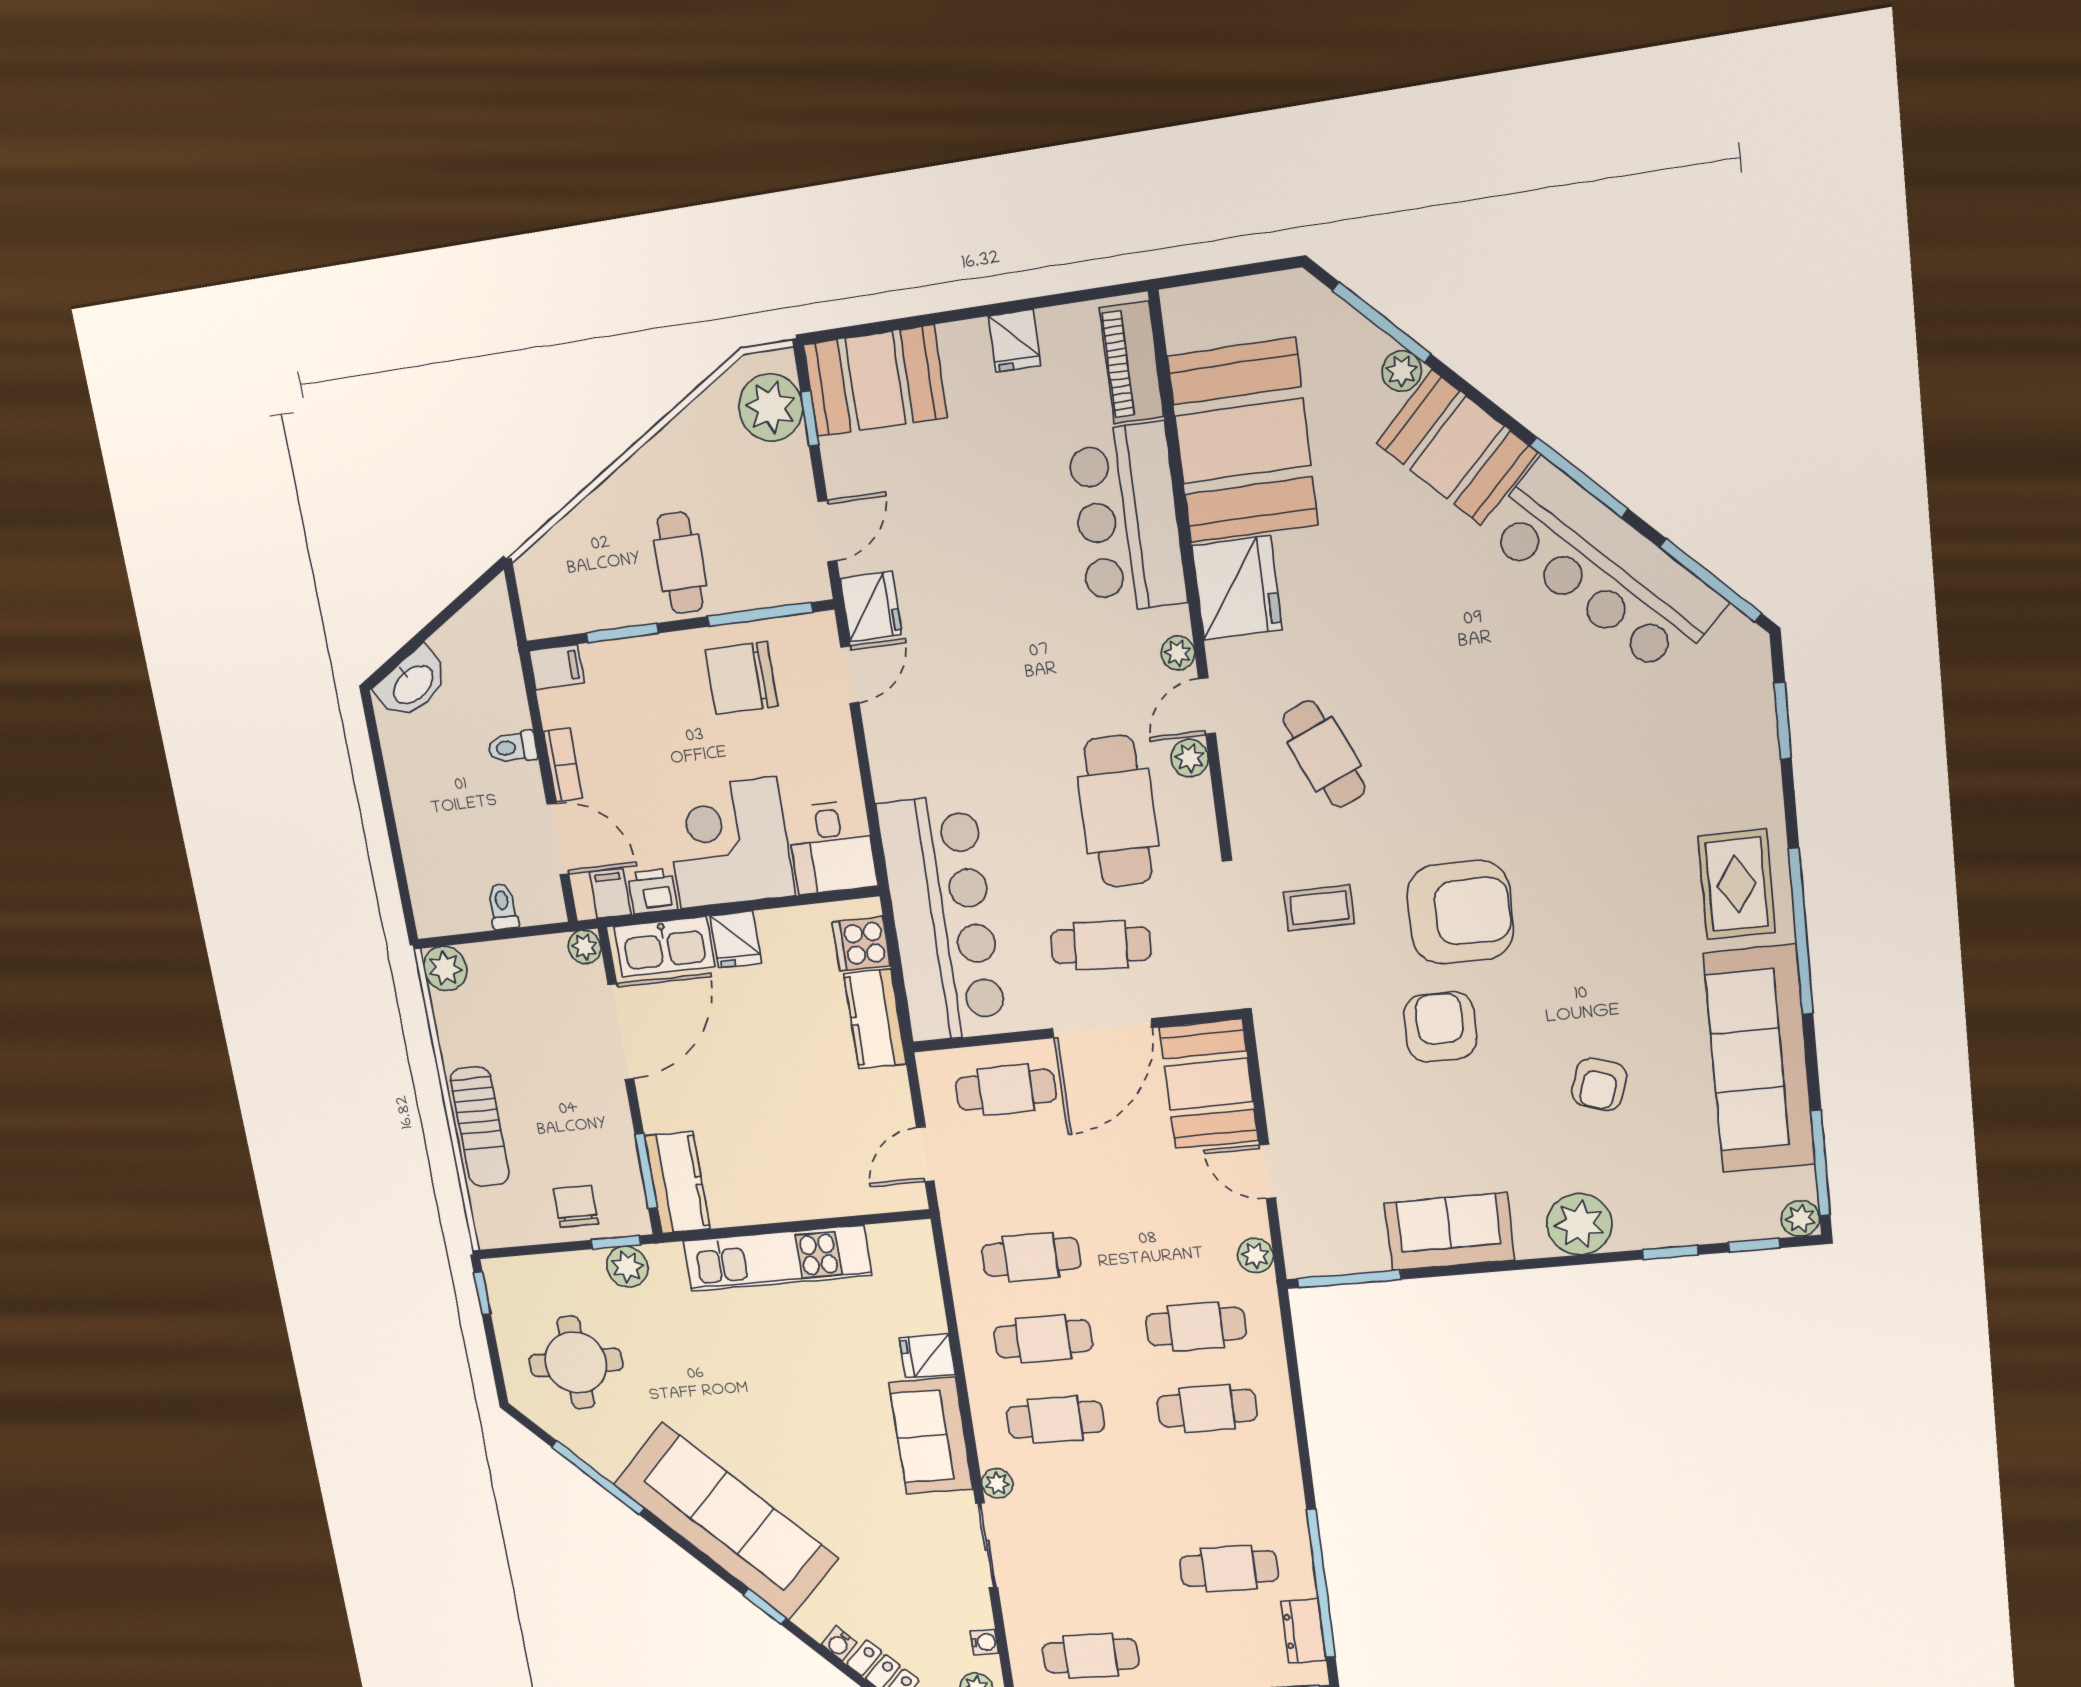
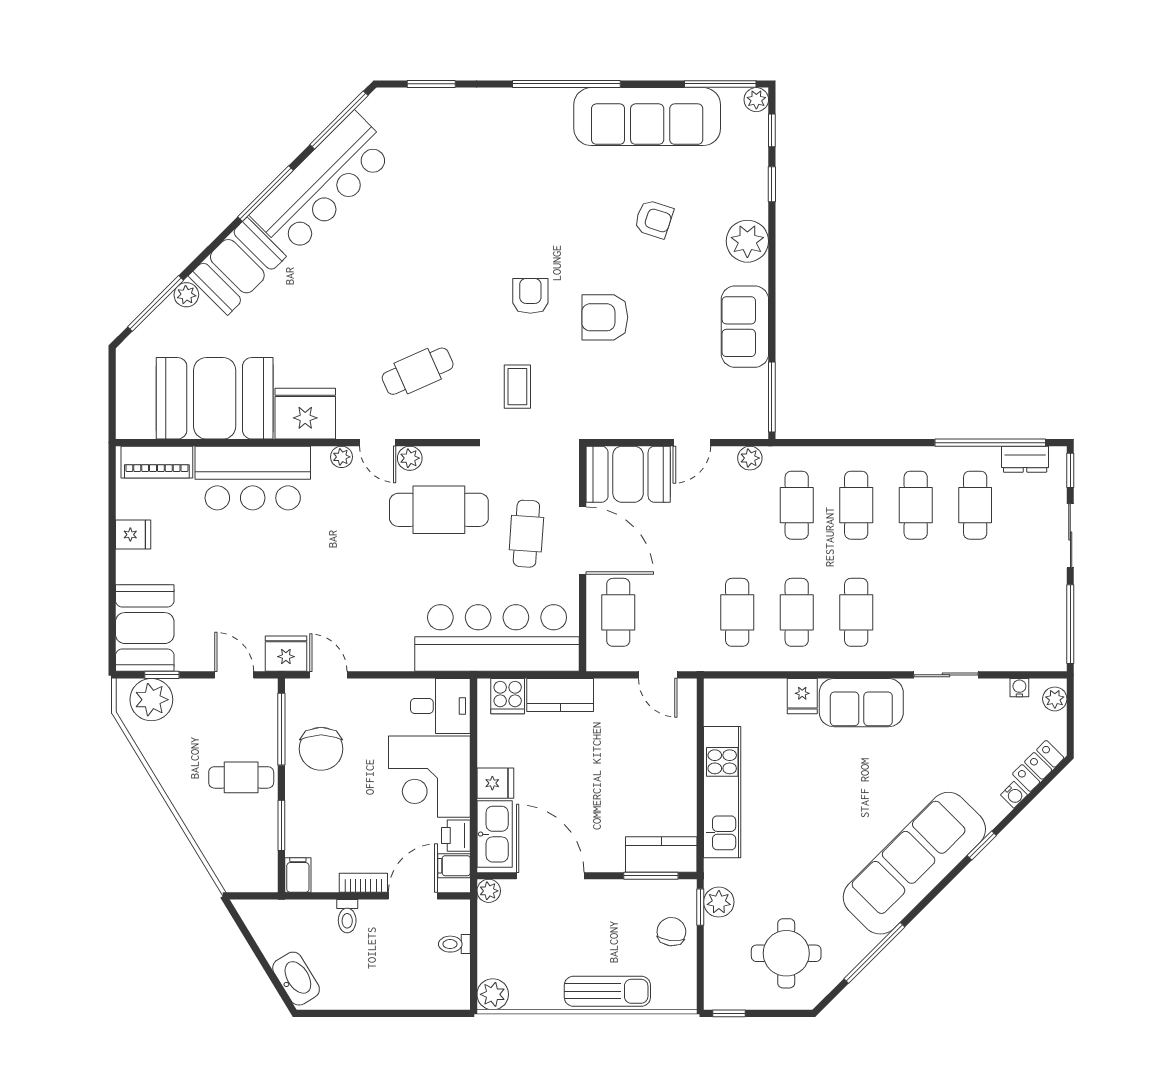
rug: (1737, 884) -> (532, 121), removed
armchair: (1460, 912) -> (530, 296), width x0.53, depth x0.53
chair: (576, 1206) -> (671, 932), turned 96
plant: (997, 1483) -> (900, 660), removed
cafe table: (1091, 1656) -> (916, 505), moved

